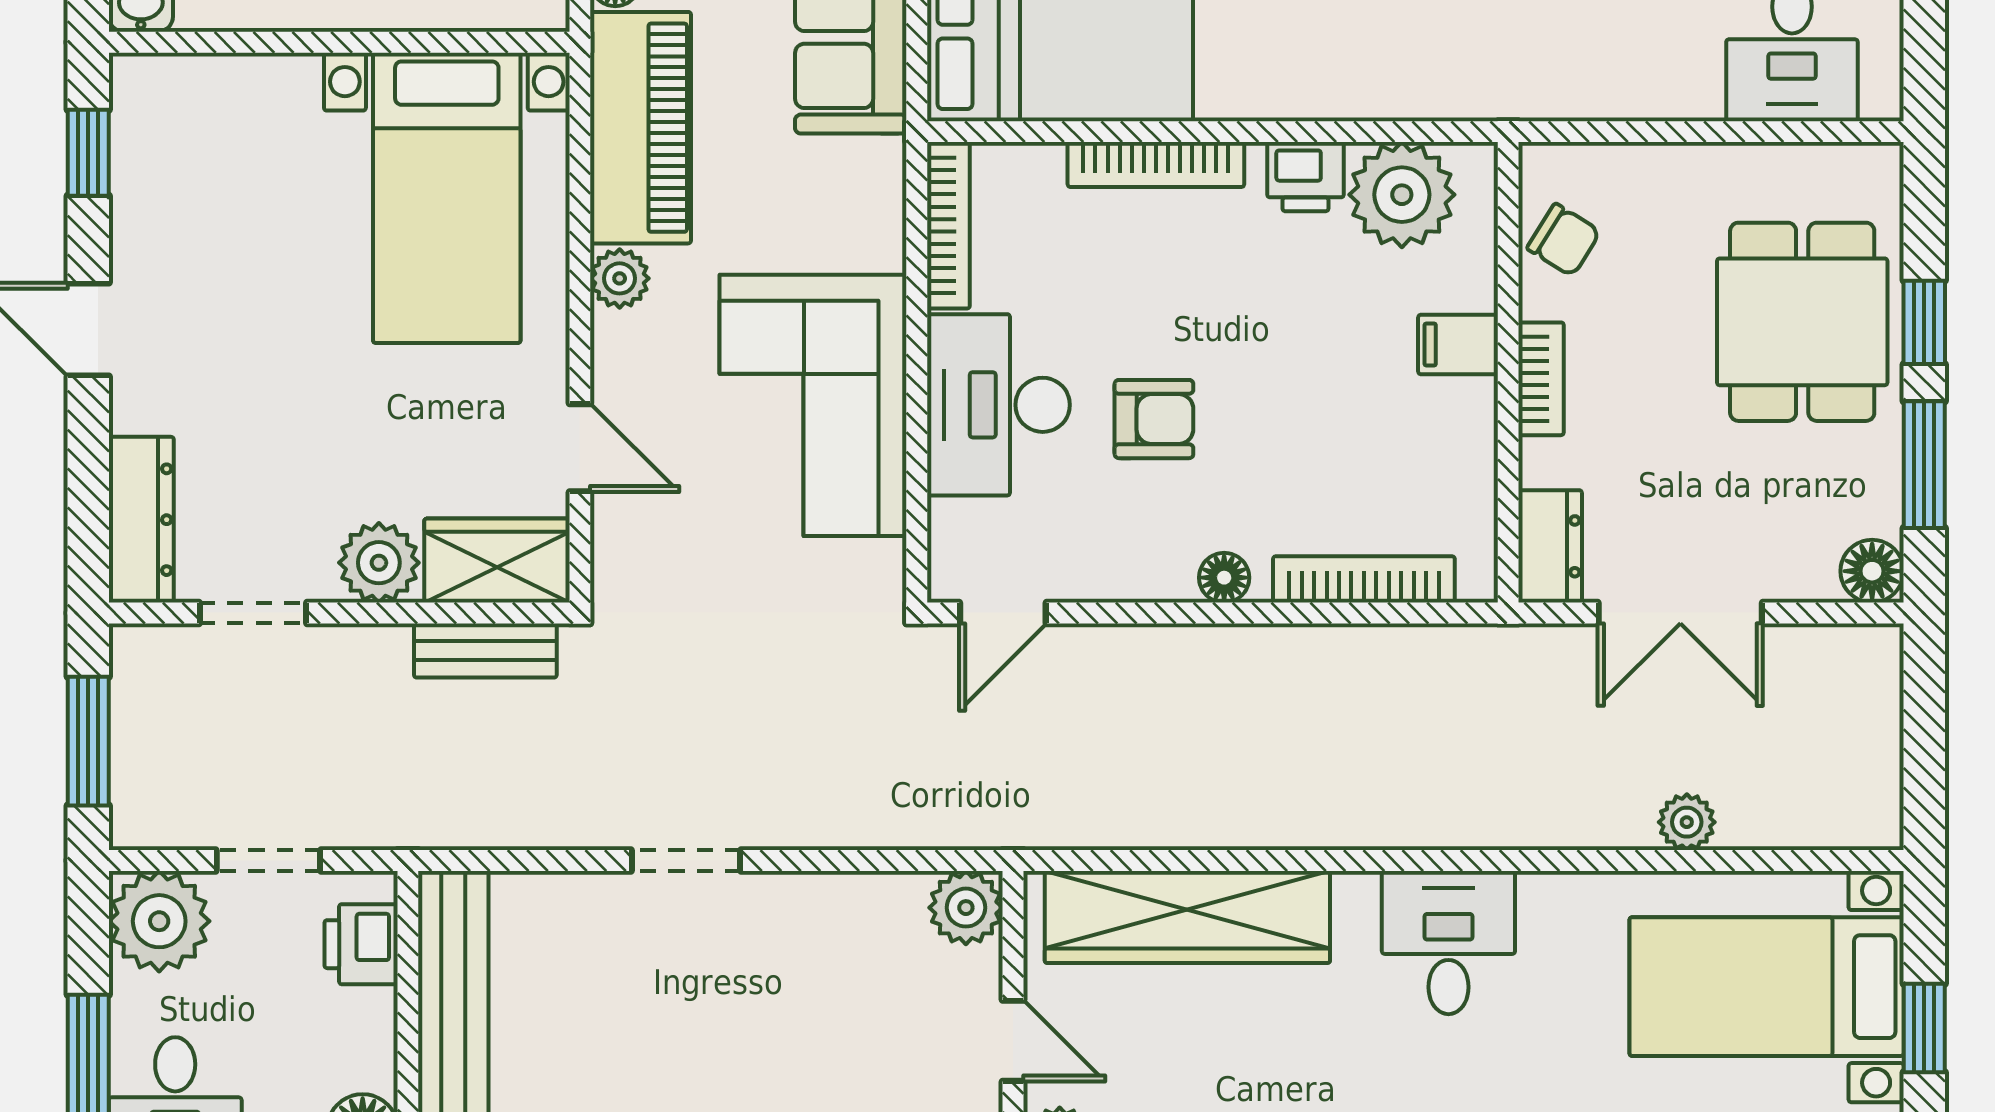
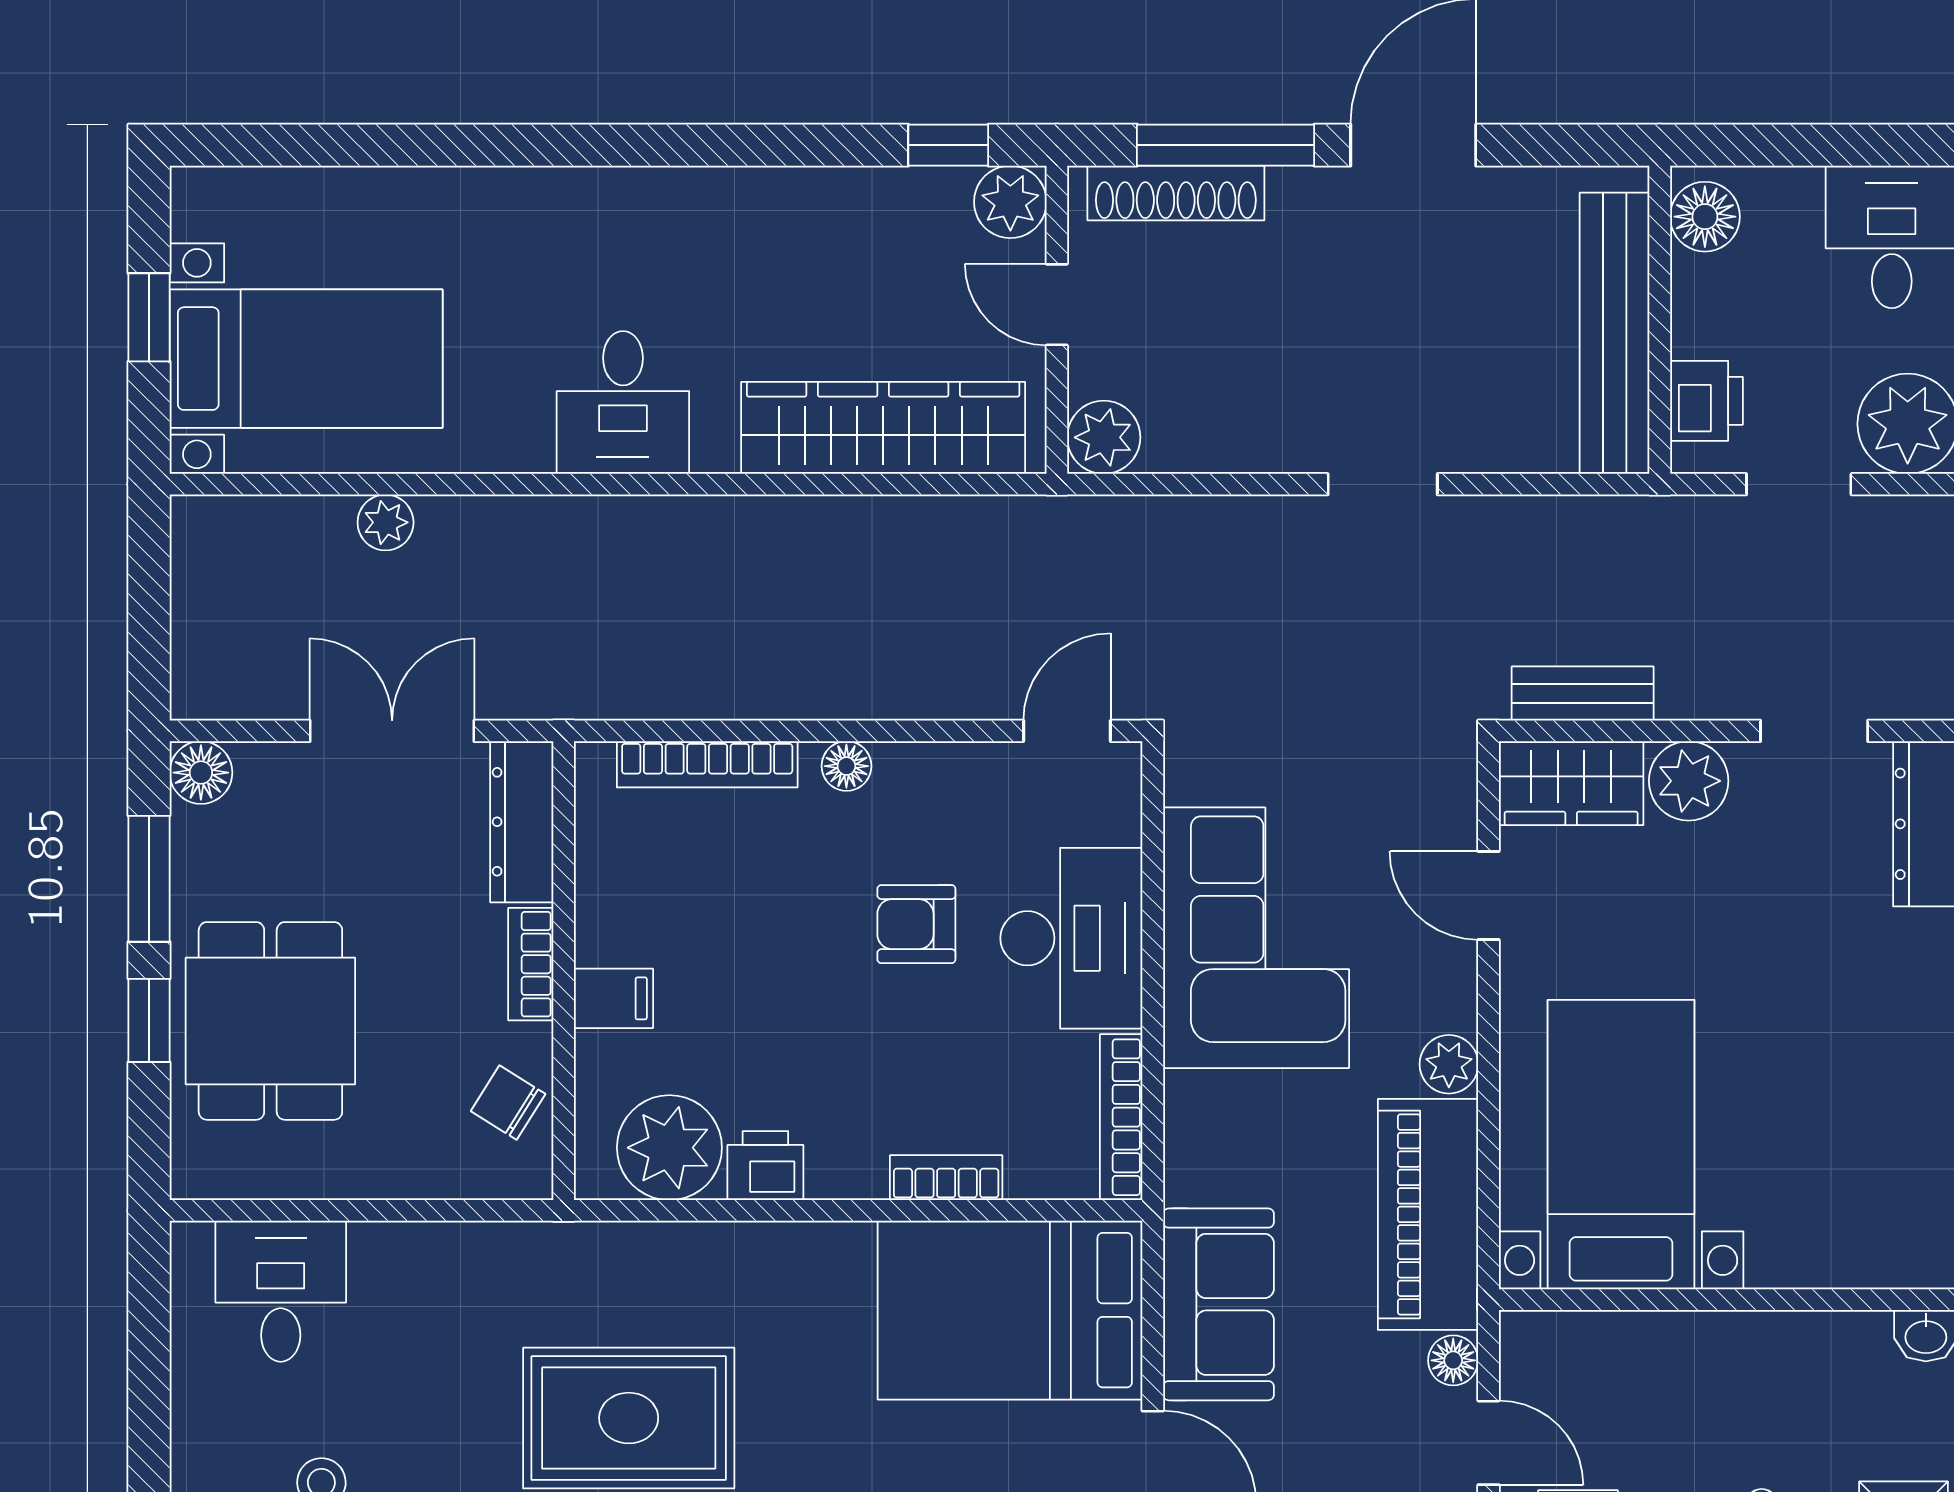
bookcase: (1156, 165) -> (946, 1178), width x0.64
dresser: (1550, 546) -> (522, 822), width x1.44

